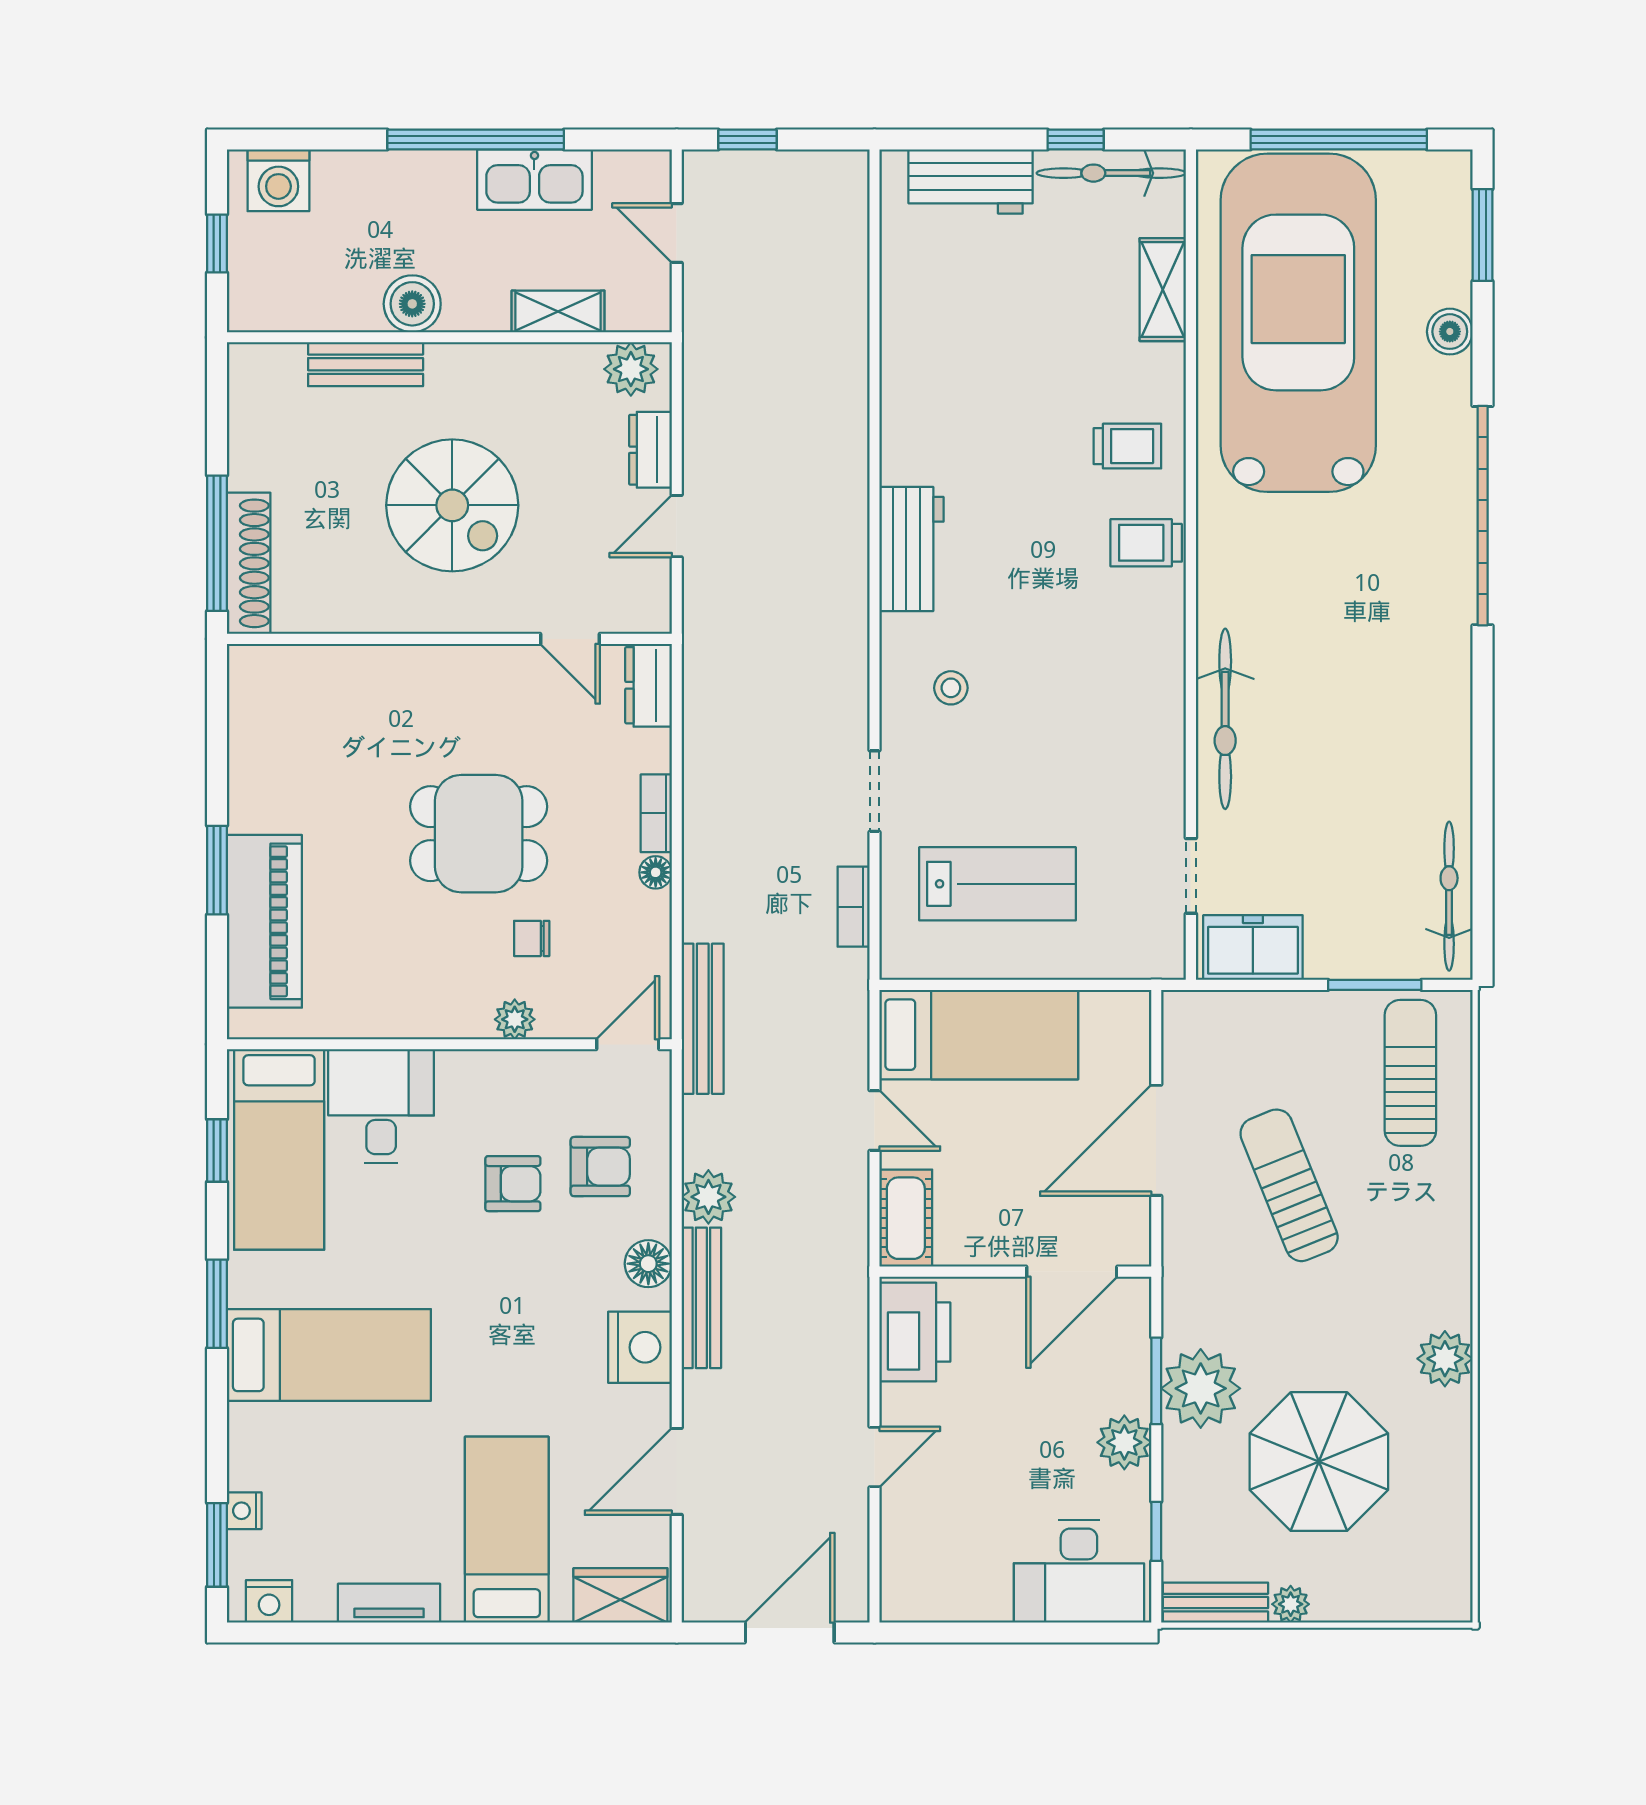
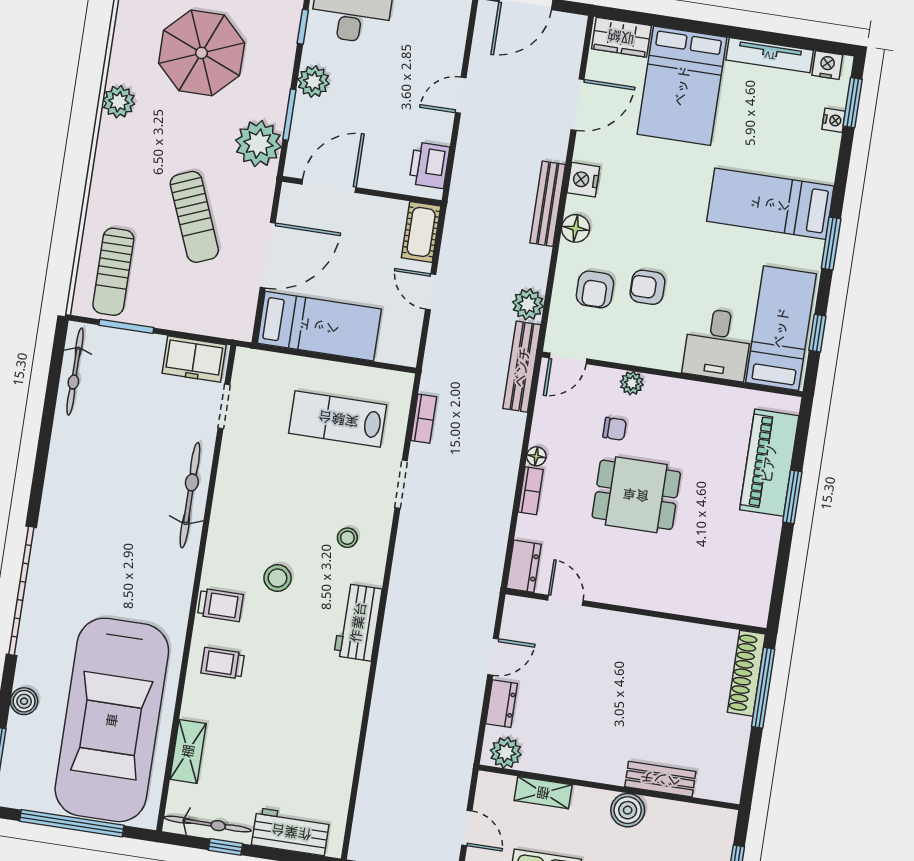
spiral stairs: (452, 505) -> (622, 689), removed
stool: (1057, 603) -> (277, 578), added
bed: (979, 1035) -> (319, 326), moved, turned 180
armchair: (600, 1167) -> (595, 289), turned -90
plant: (708, 1197) -> (528, 304), moved
printer: (915, 1332) -> (429, 165), width x0.73, depth x0.84
nightstand: (640, 1347) -> (583, 180), width x0.74, depth x0.75
plant: (1201, 1388) -> (258, 144), moved
bed: (507, 1530) -> (682, 86), width x1.50
tv unit: (389, 1603) -> (770, 55), width x1.41

